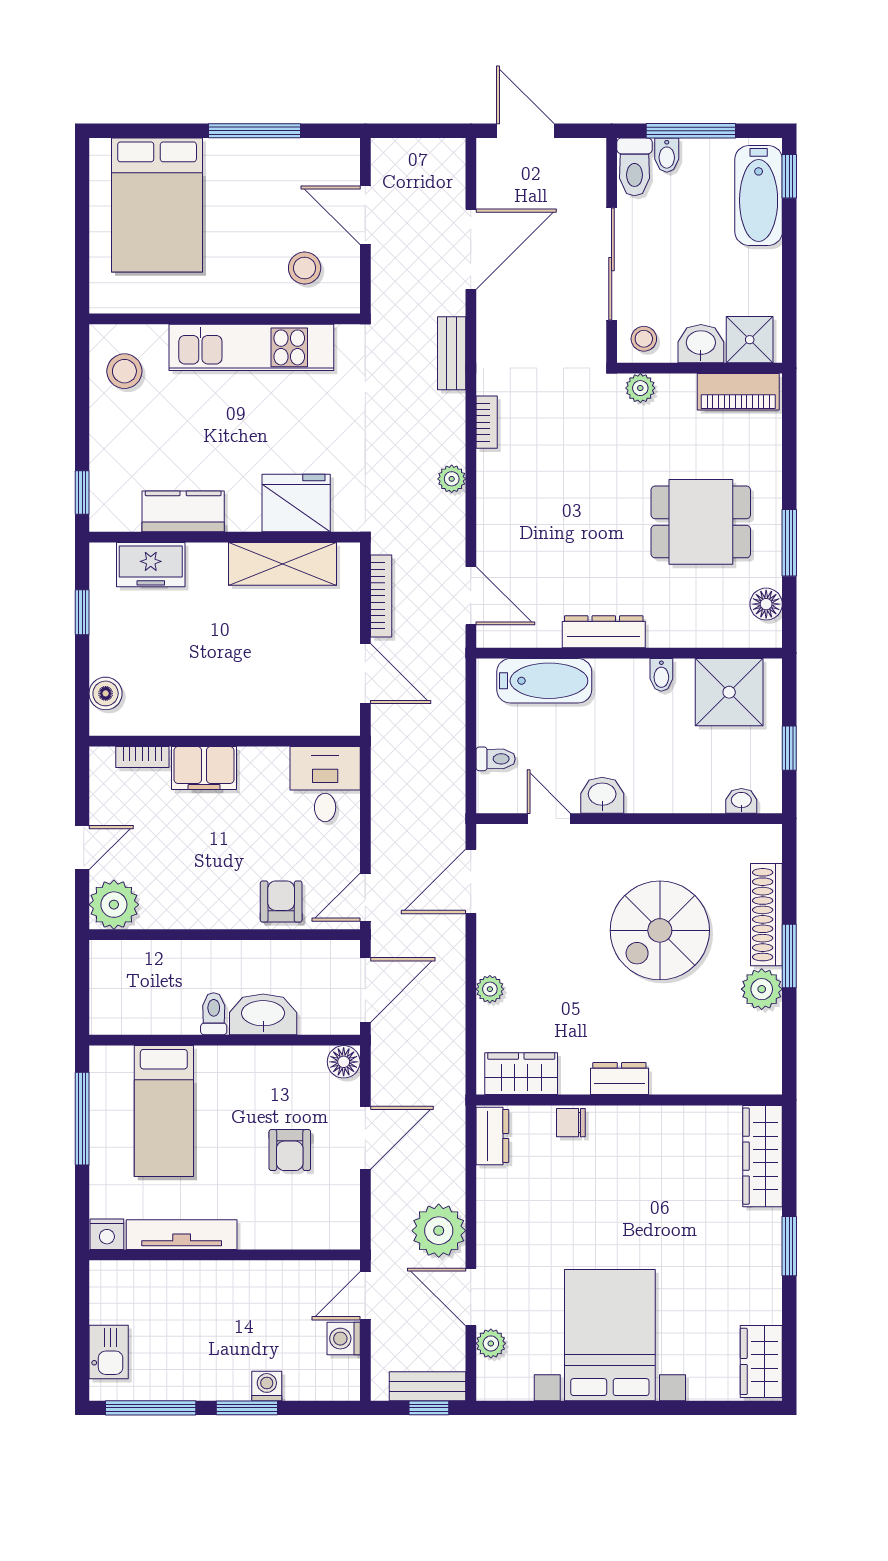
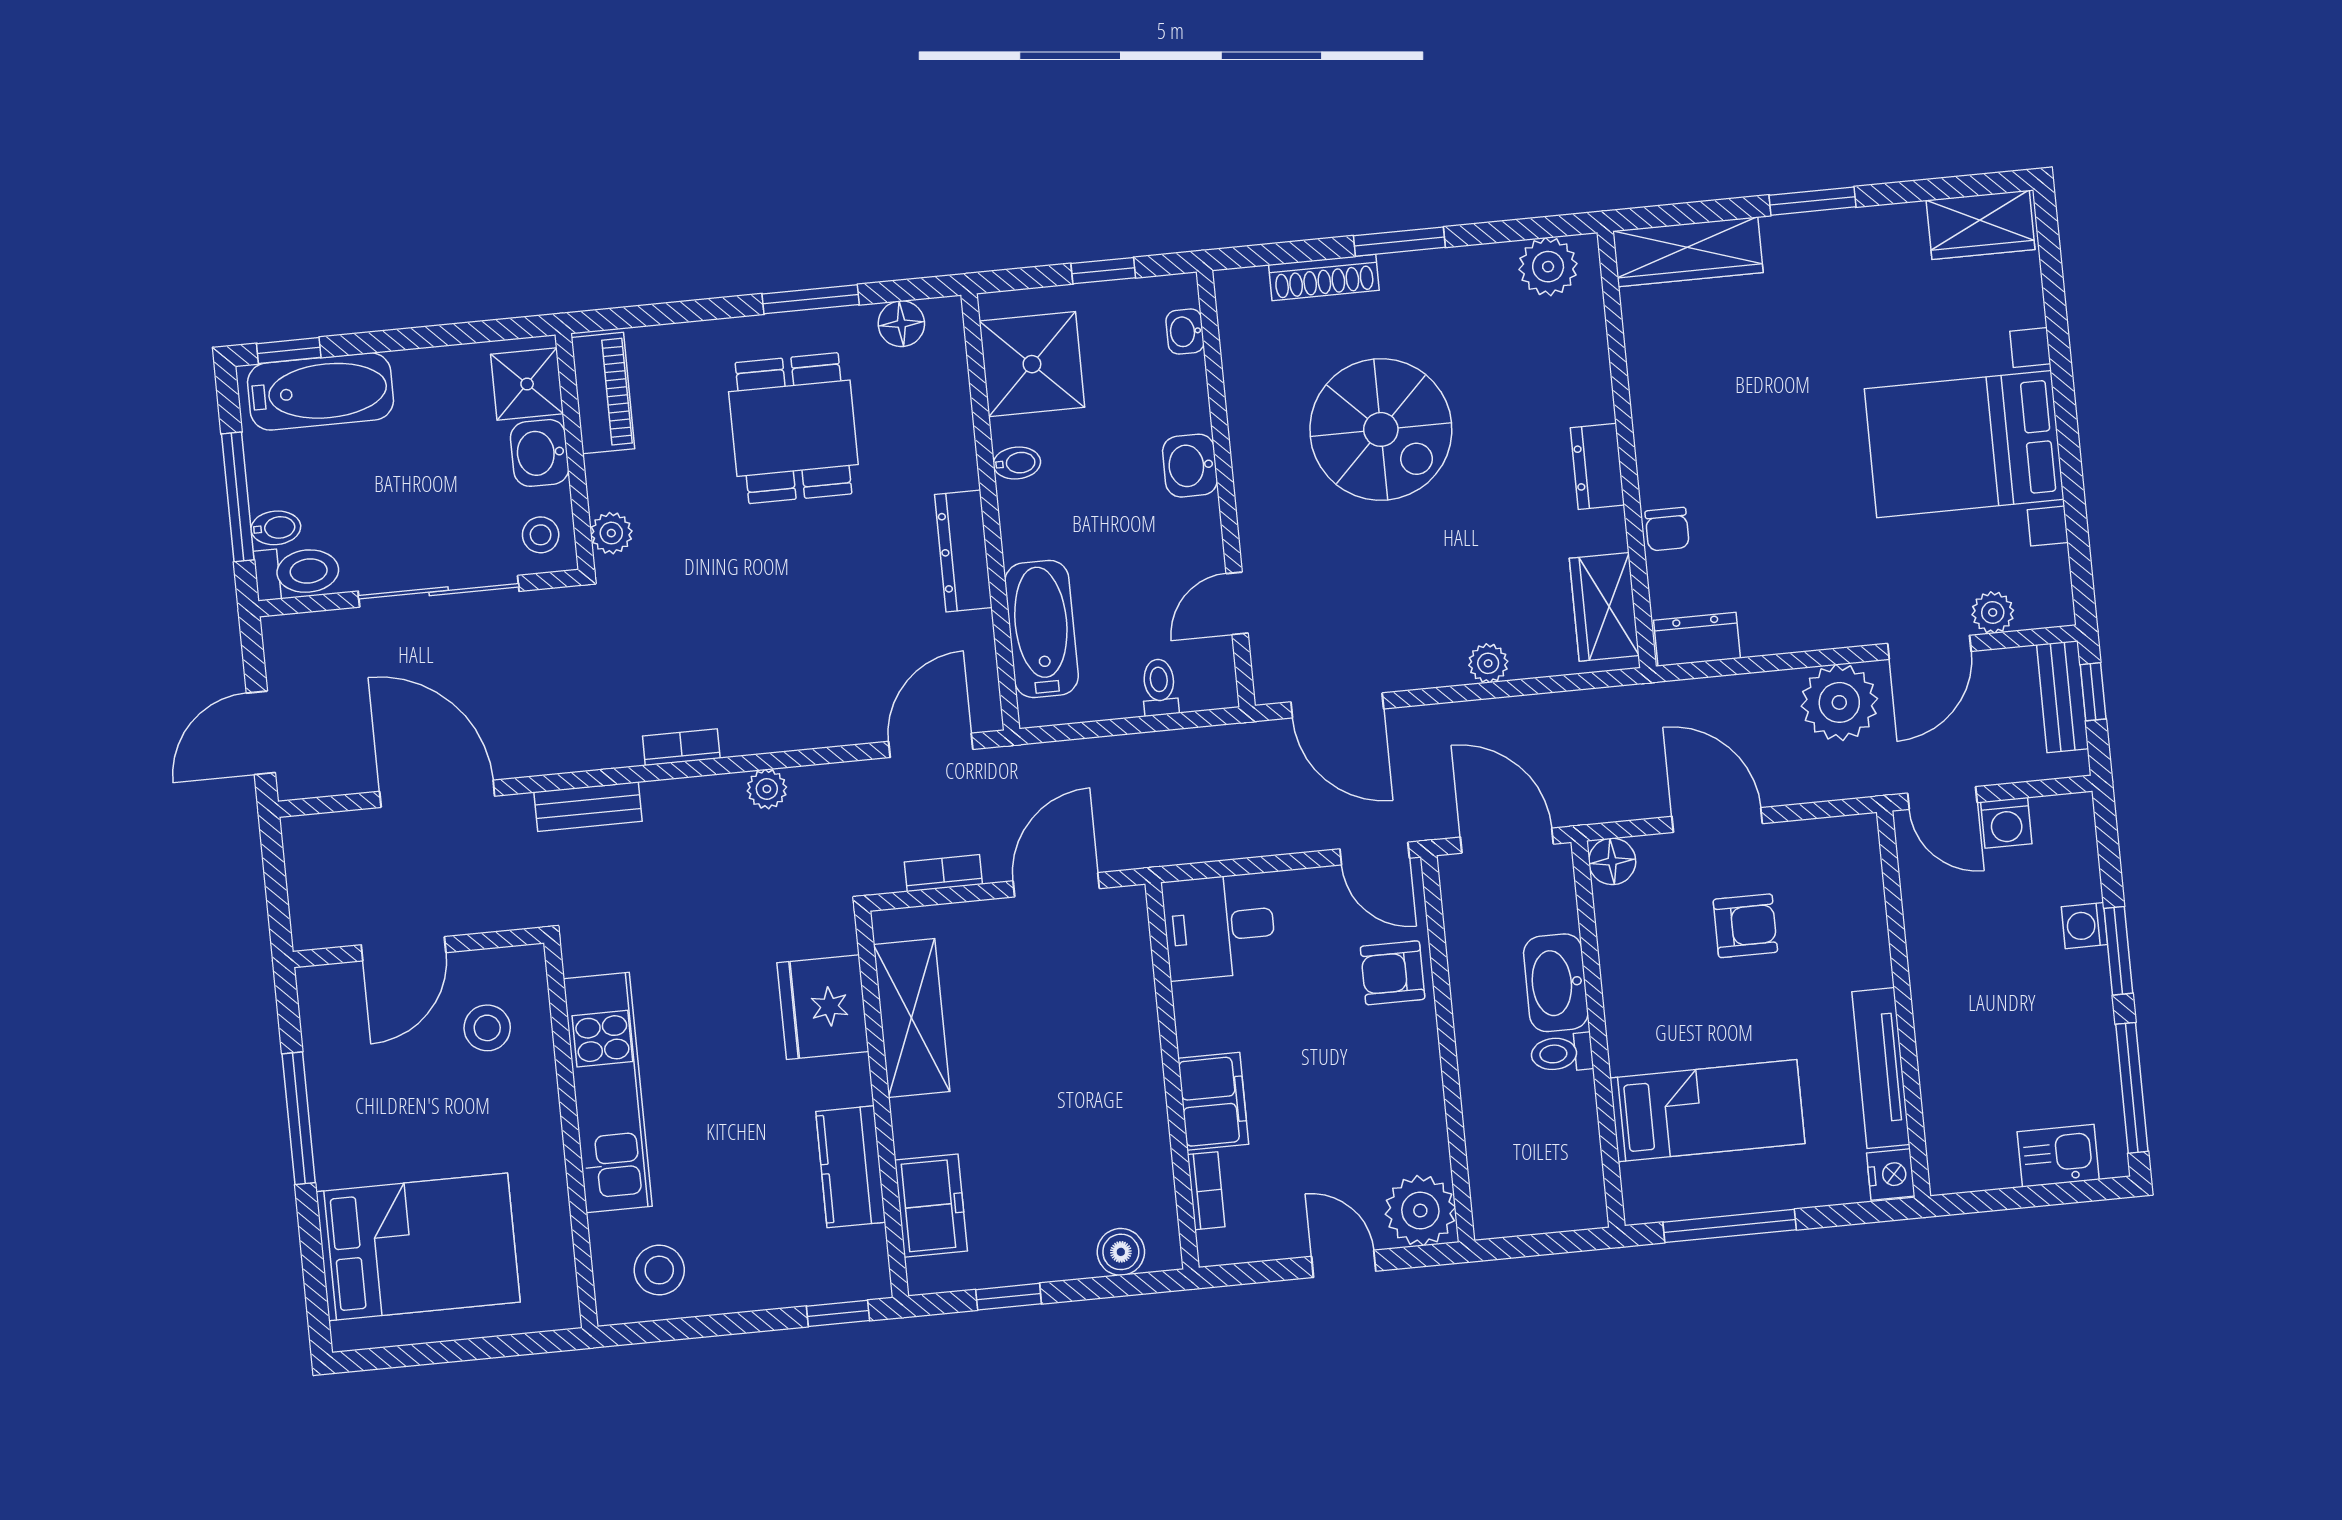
bookcase: (381, 596) -> (943, 873), width x0.64
washbasin: (602, 795) -> (1190, 466), moved
shoe rack: (766, 915) -> (1324, 278), width x0.74, depth x0.81
plant: (762, 989) -> (1548, 267), moved

